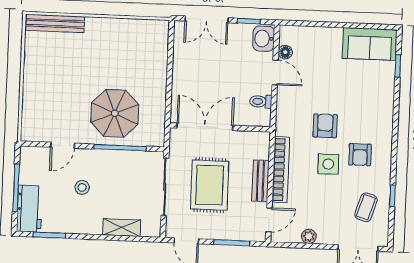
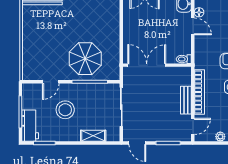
toilet: (261, 101) -> (184, 59), moved
rug: (210, 185) -> (152, 105), removed
stool: (82, 187) -> (65, 110), width x1.89, depth x1.89

